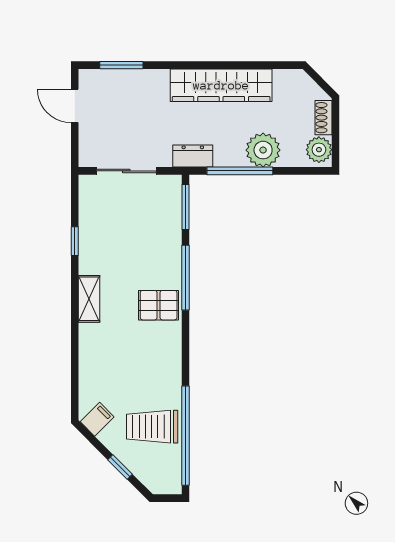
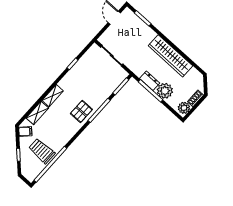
dresser: (193, 156) -> (150, 81), moved
shelving: (89, 299) -> (53, 96), moved
pallet: (159, 305) -> (81, 111), turned 90
shelving: (90, 372) -> (37, 113), added

